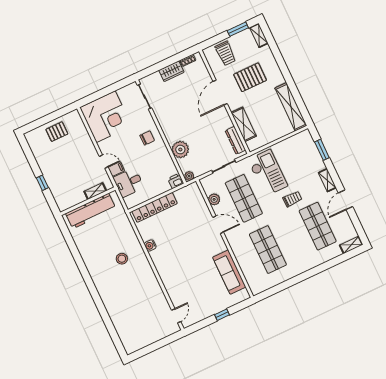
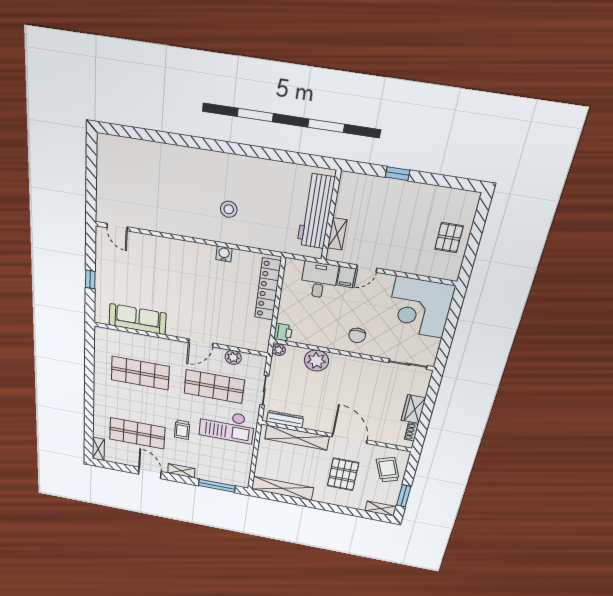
trolley: (226, 53) -> (388, 470), turned 69
shelving: (244, 124) -> (297, 438), width x1.47
window: (322, 150) -> (217, 486), width x1.44

